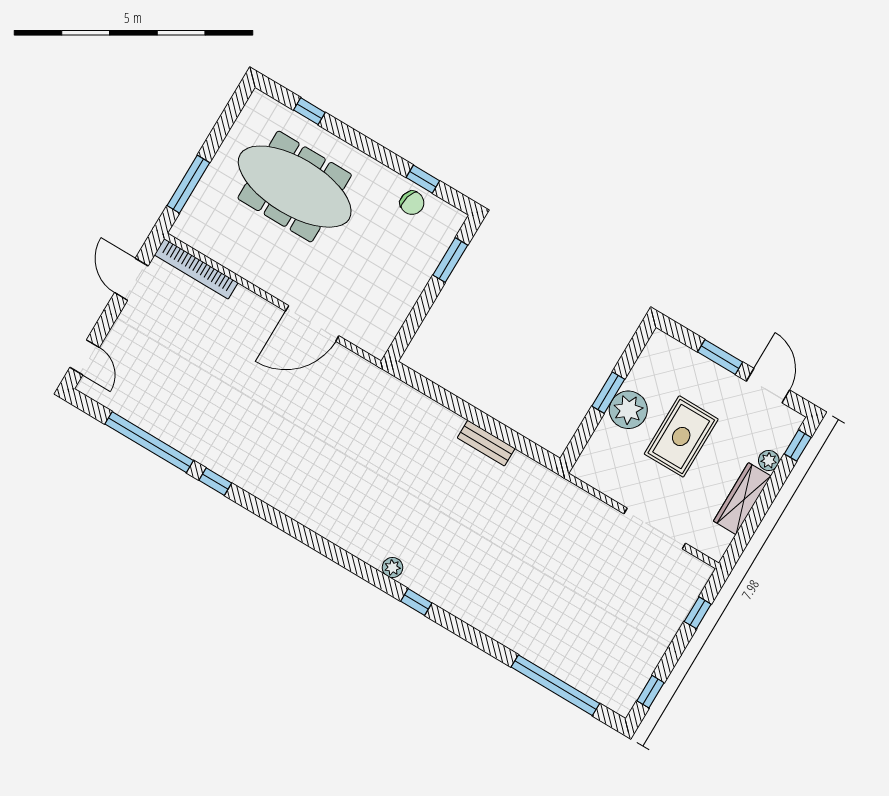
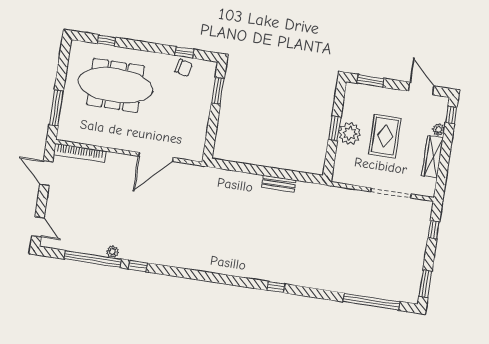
window: (720, 357) -> (371, 81), moved
plant: (392, 568) -> (113, 252), moved
window: (650, 692) -> (425, 284), width x1.50

